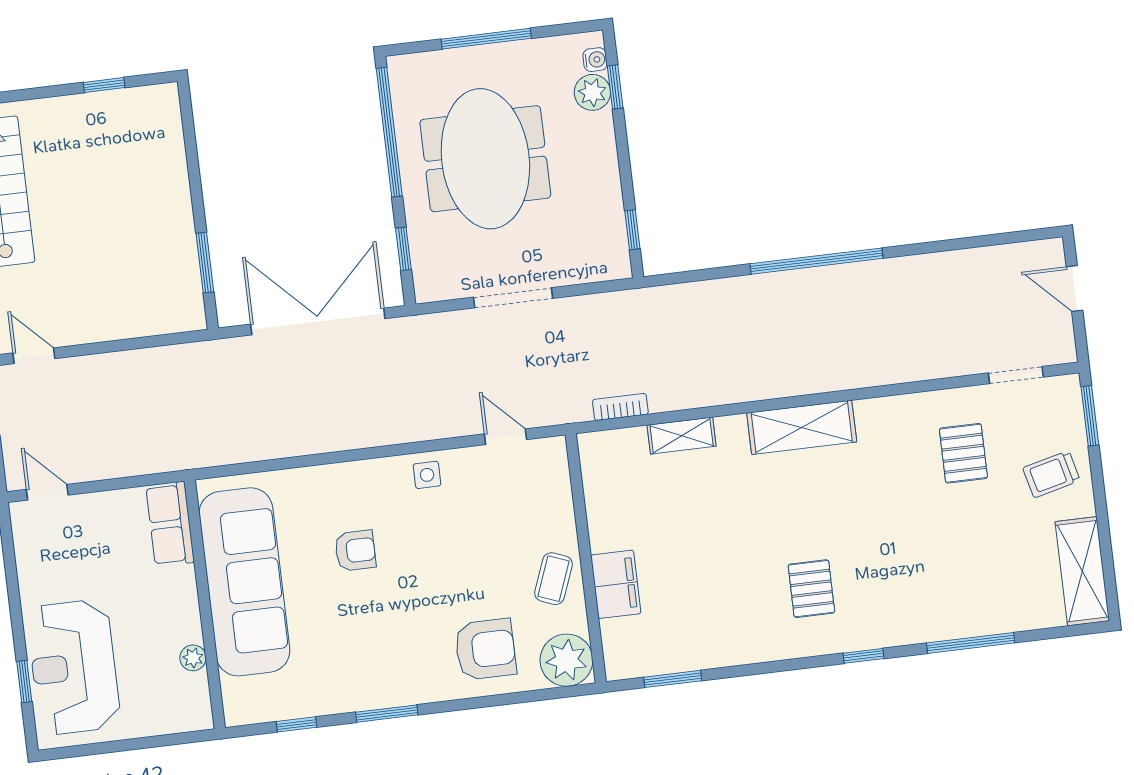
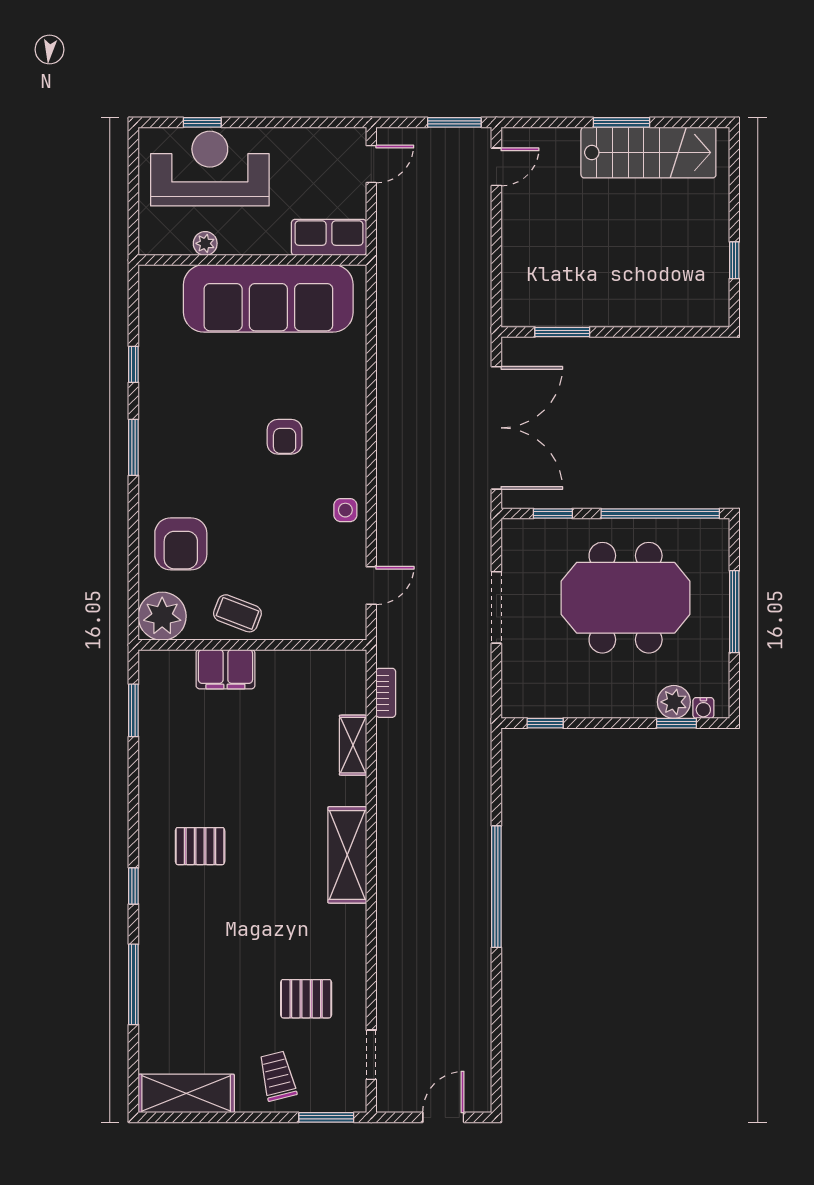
row of seats: (170, 524) -> (329, 237), moved
sofa: (244, 582) -> (268, 298), moved
wall: (205, 604) -> (252, 260), moved
plant: (193, 658) -> (205, 243), moved

